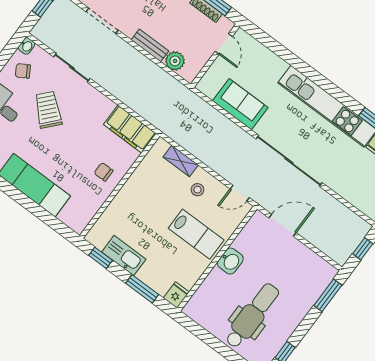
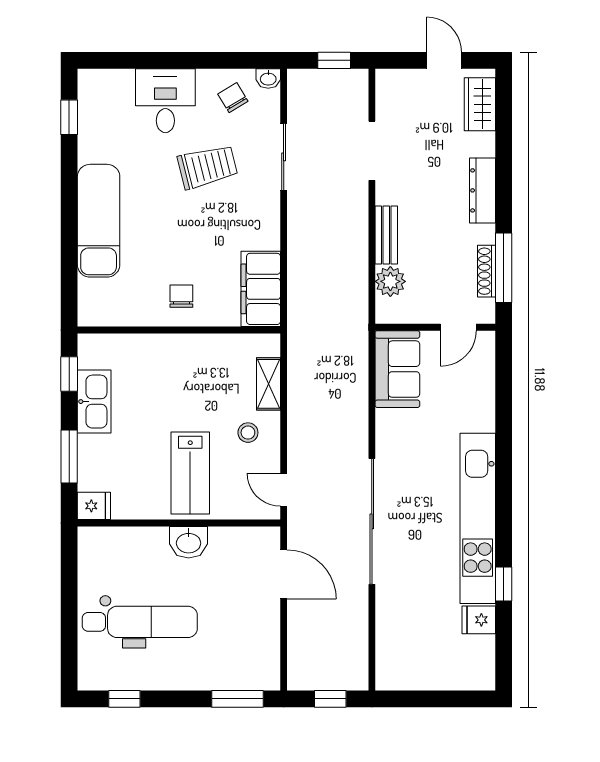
sofa: (240, 104) -> (397, 369), moved
trolley: (48, 110) -> (207, 167), turned 34

